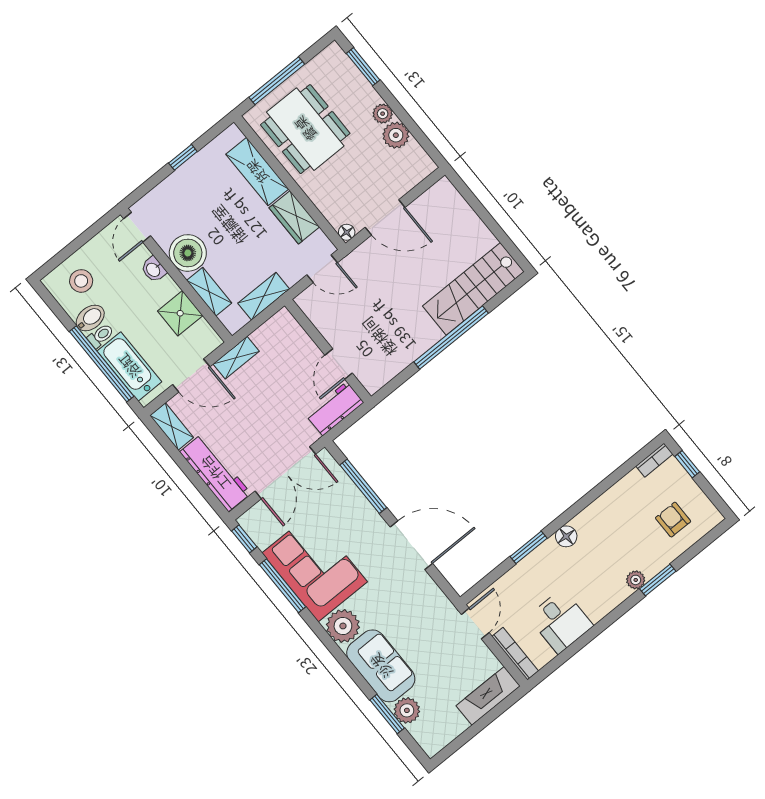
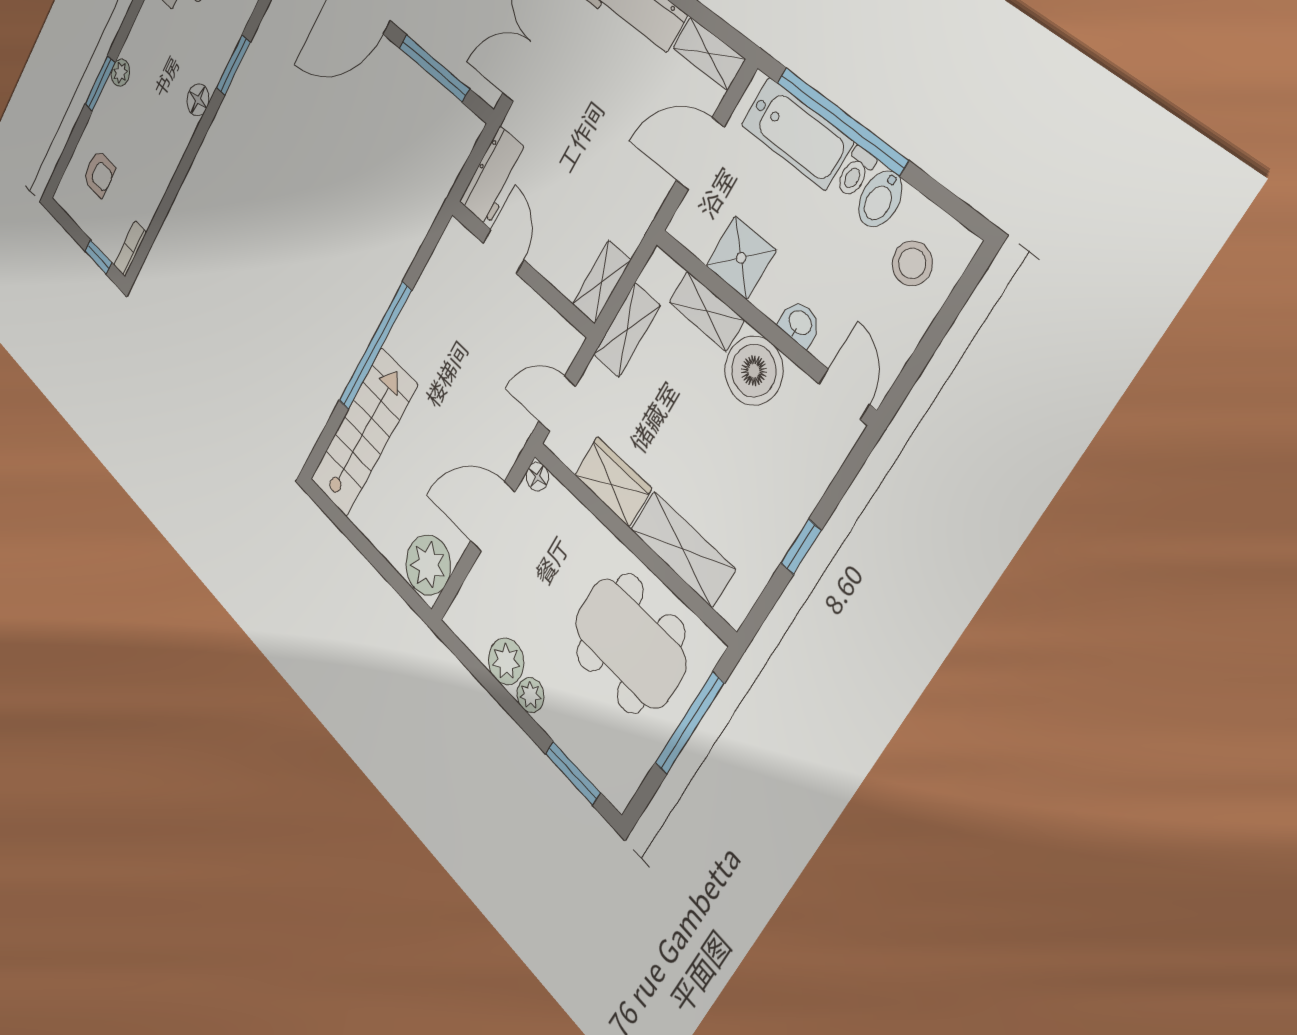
plant: (441, 200) -> (428, 565), added
shelving: (236, 358) -> (602, 282), moved

